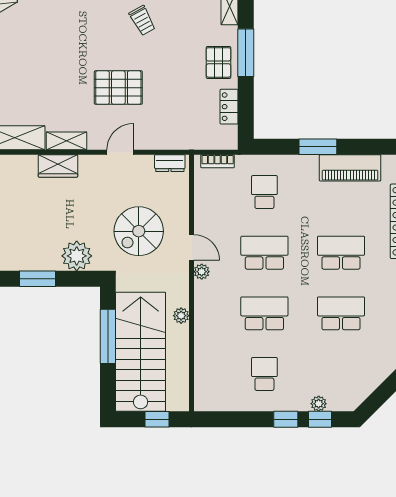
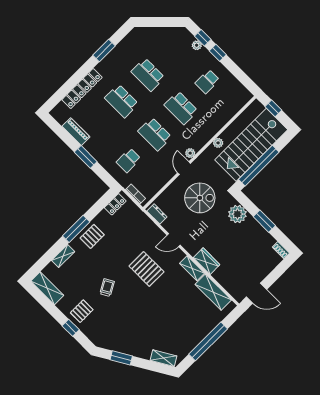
locker: (229, 107) -> (115, 204), moved
piano: (350, 168) -> (76, 132), width x0.73, depth x0.75
window: (108, 336) -> (259, 166), width x1.46

